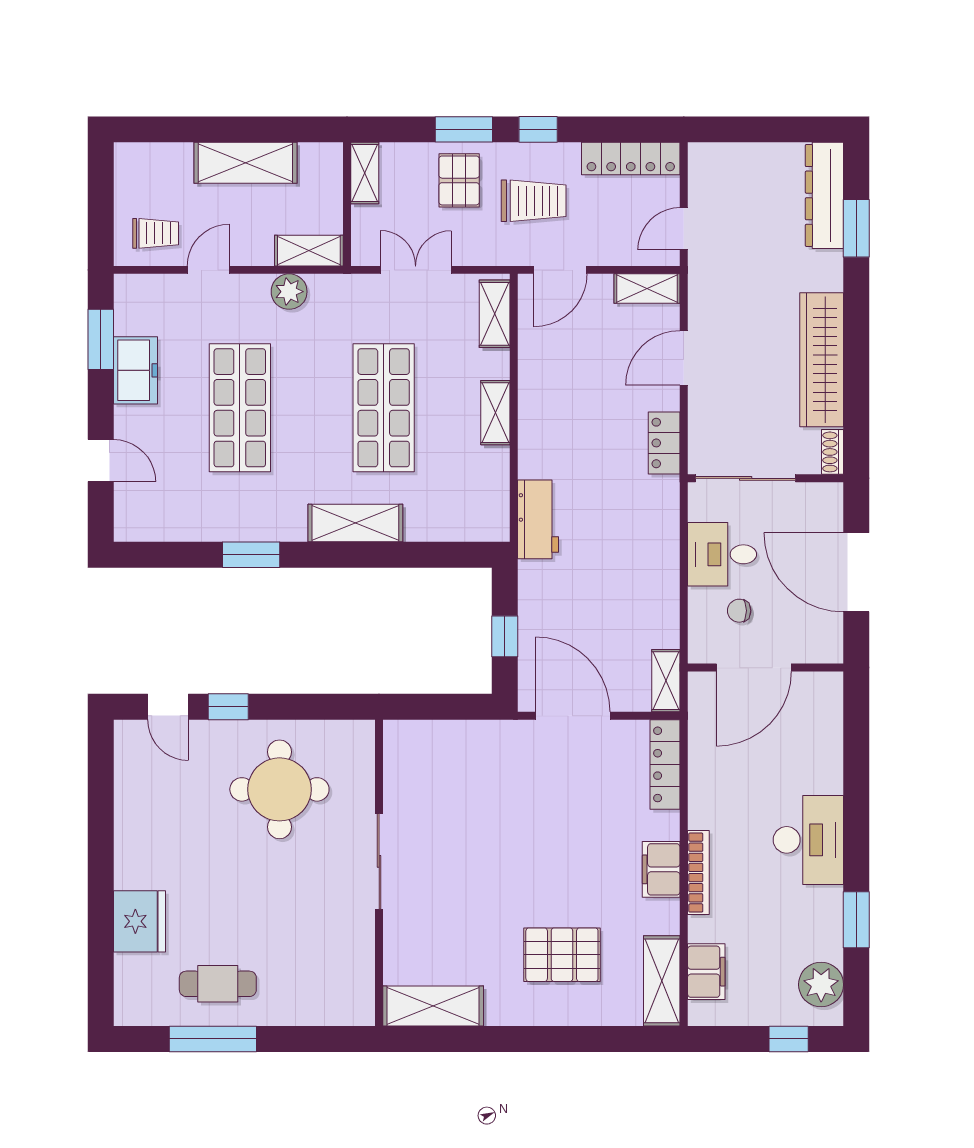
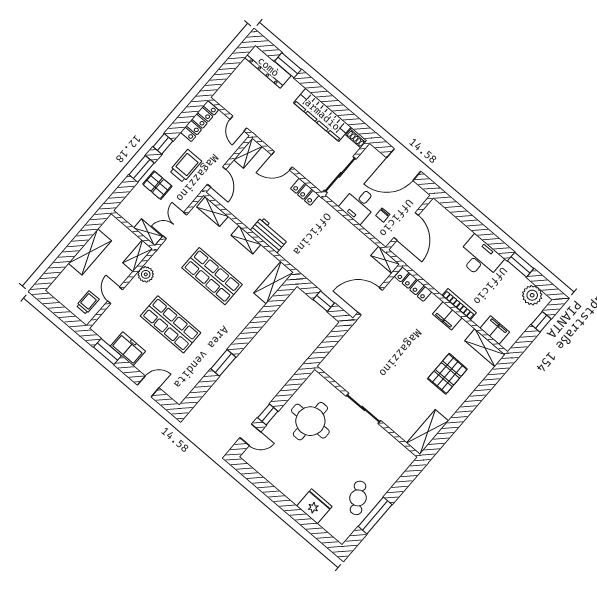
shelving: (365, 173) -> (148, 232), moved
door: (684, 358) -> (282, 161), hinge flipped
workbench: (538, 519) -> (269, 235), moved
shelving: (355, 523) -> (274, 283), moved
cafe table: (218, 984) -> (358, 498), turned -31

